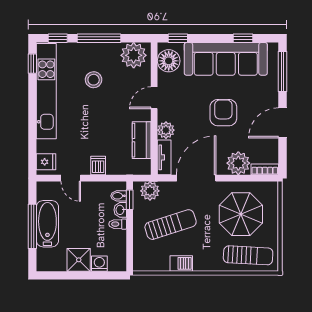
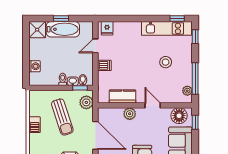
window: (99, 38) -> (195, 78), moved
plant: (134, 55) -> (187, 91), width x0.53, depth x0.53
kitchen unit: (46, 91) -> (166, 28), width x0.73
tv unit: (164, 157) -> (110, 112), removed
window: (32, 226) -> (61, 19), width x0.46
shower: (79, 260) -> (37, 30), moved

